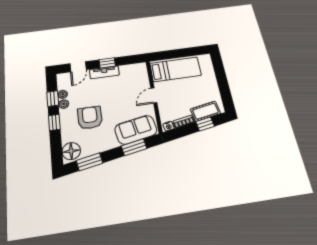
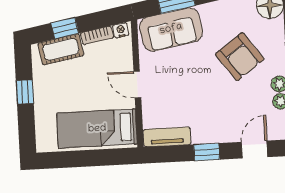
tv unit: (104, 72) -> (167, 137), moved
window: (223, 85) -> (25, 92), added
door: (154, 95) -> (137, 85), swing flipped
armchair: (90, 118) -> (240, 57), turned -36

